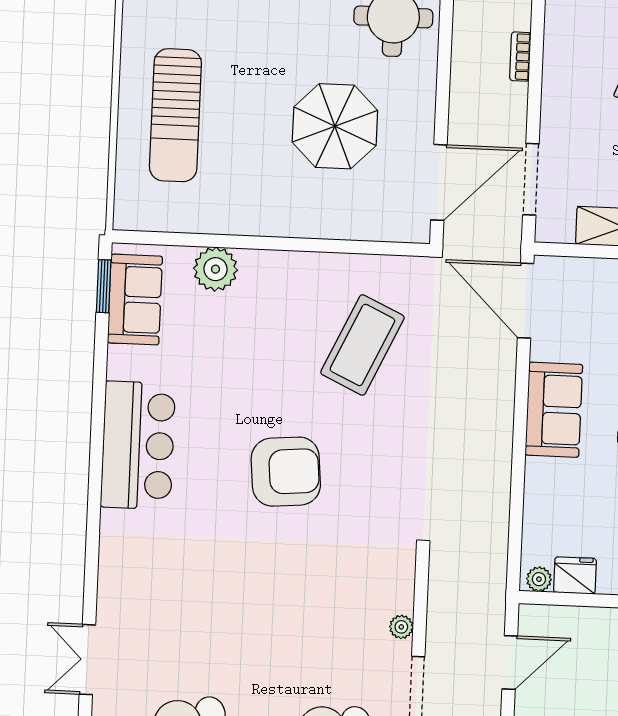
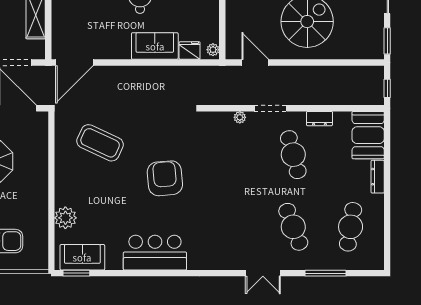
sofa: (554, 410) -> (155, 46), moved
fridge: (575, 575) -> (190, 51), moved, turned 90

